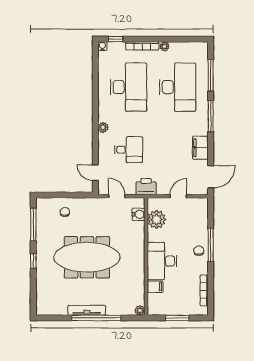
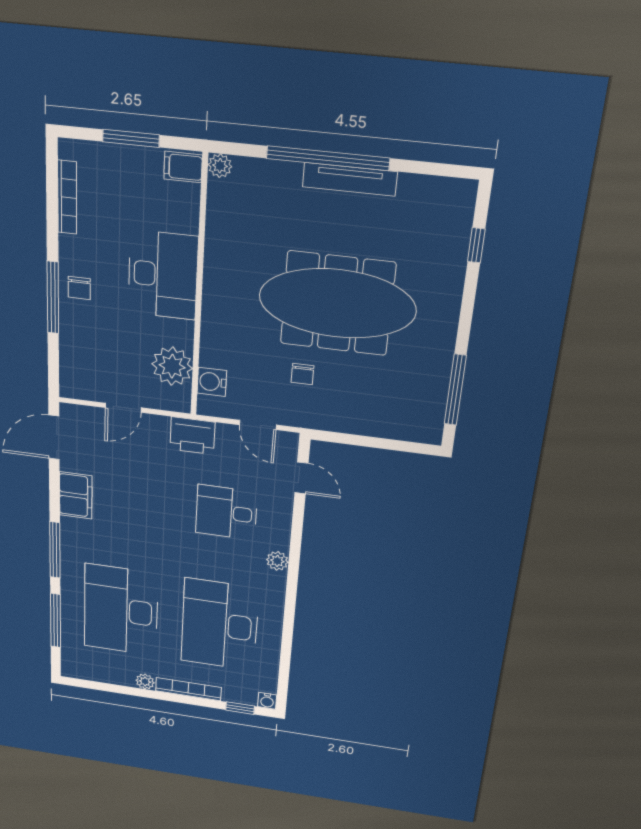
chair: (65, 212) -> (302, 374), moved
window: (33, 261) -> (476, 245), moved
filing cabinet: (155, 287) -> (183, 167), moved

